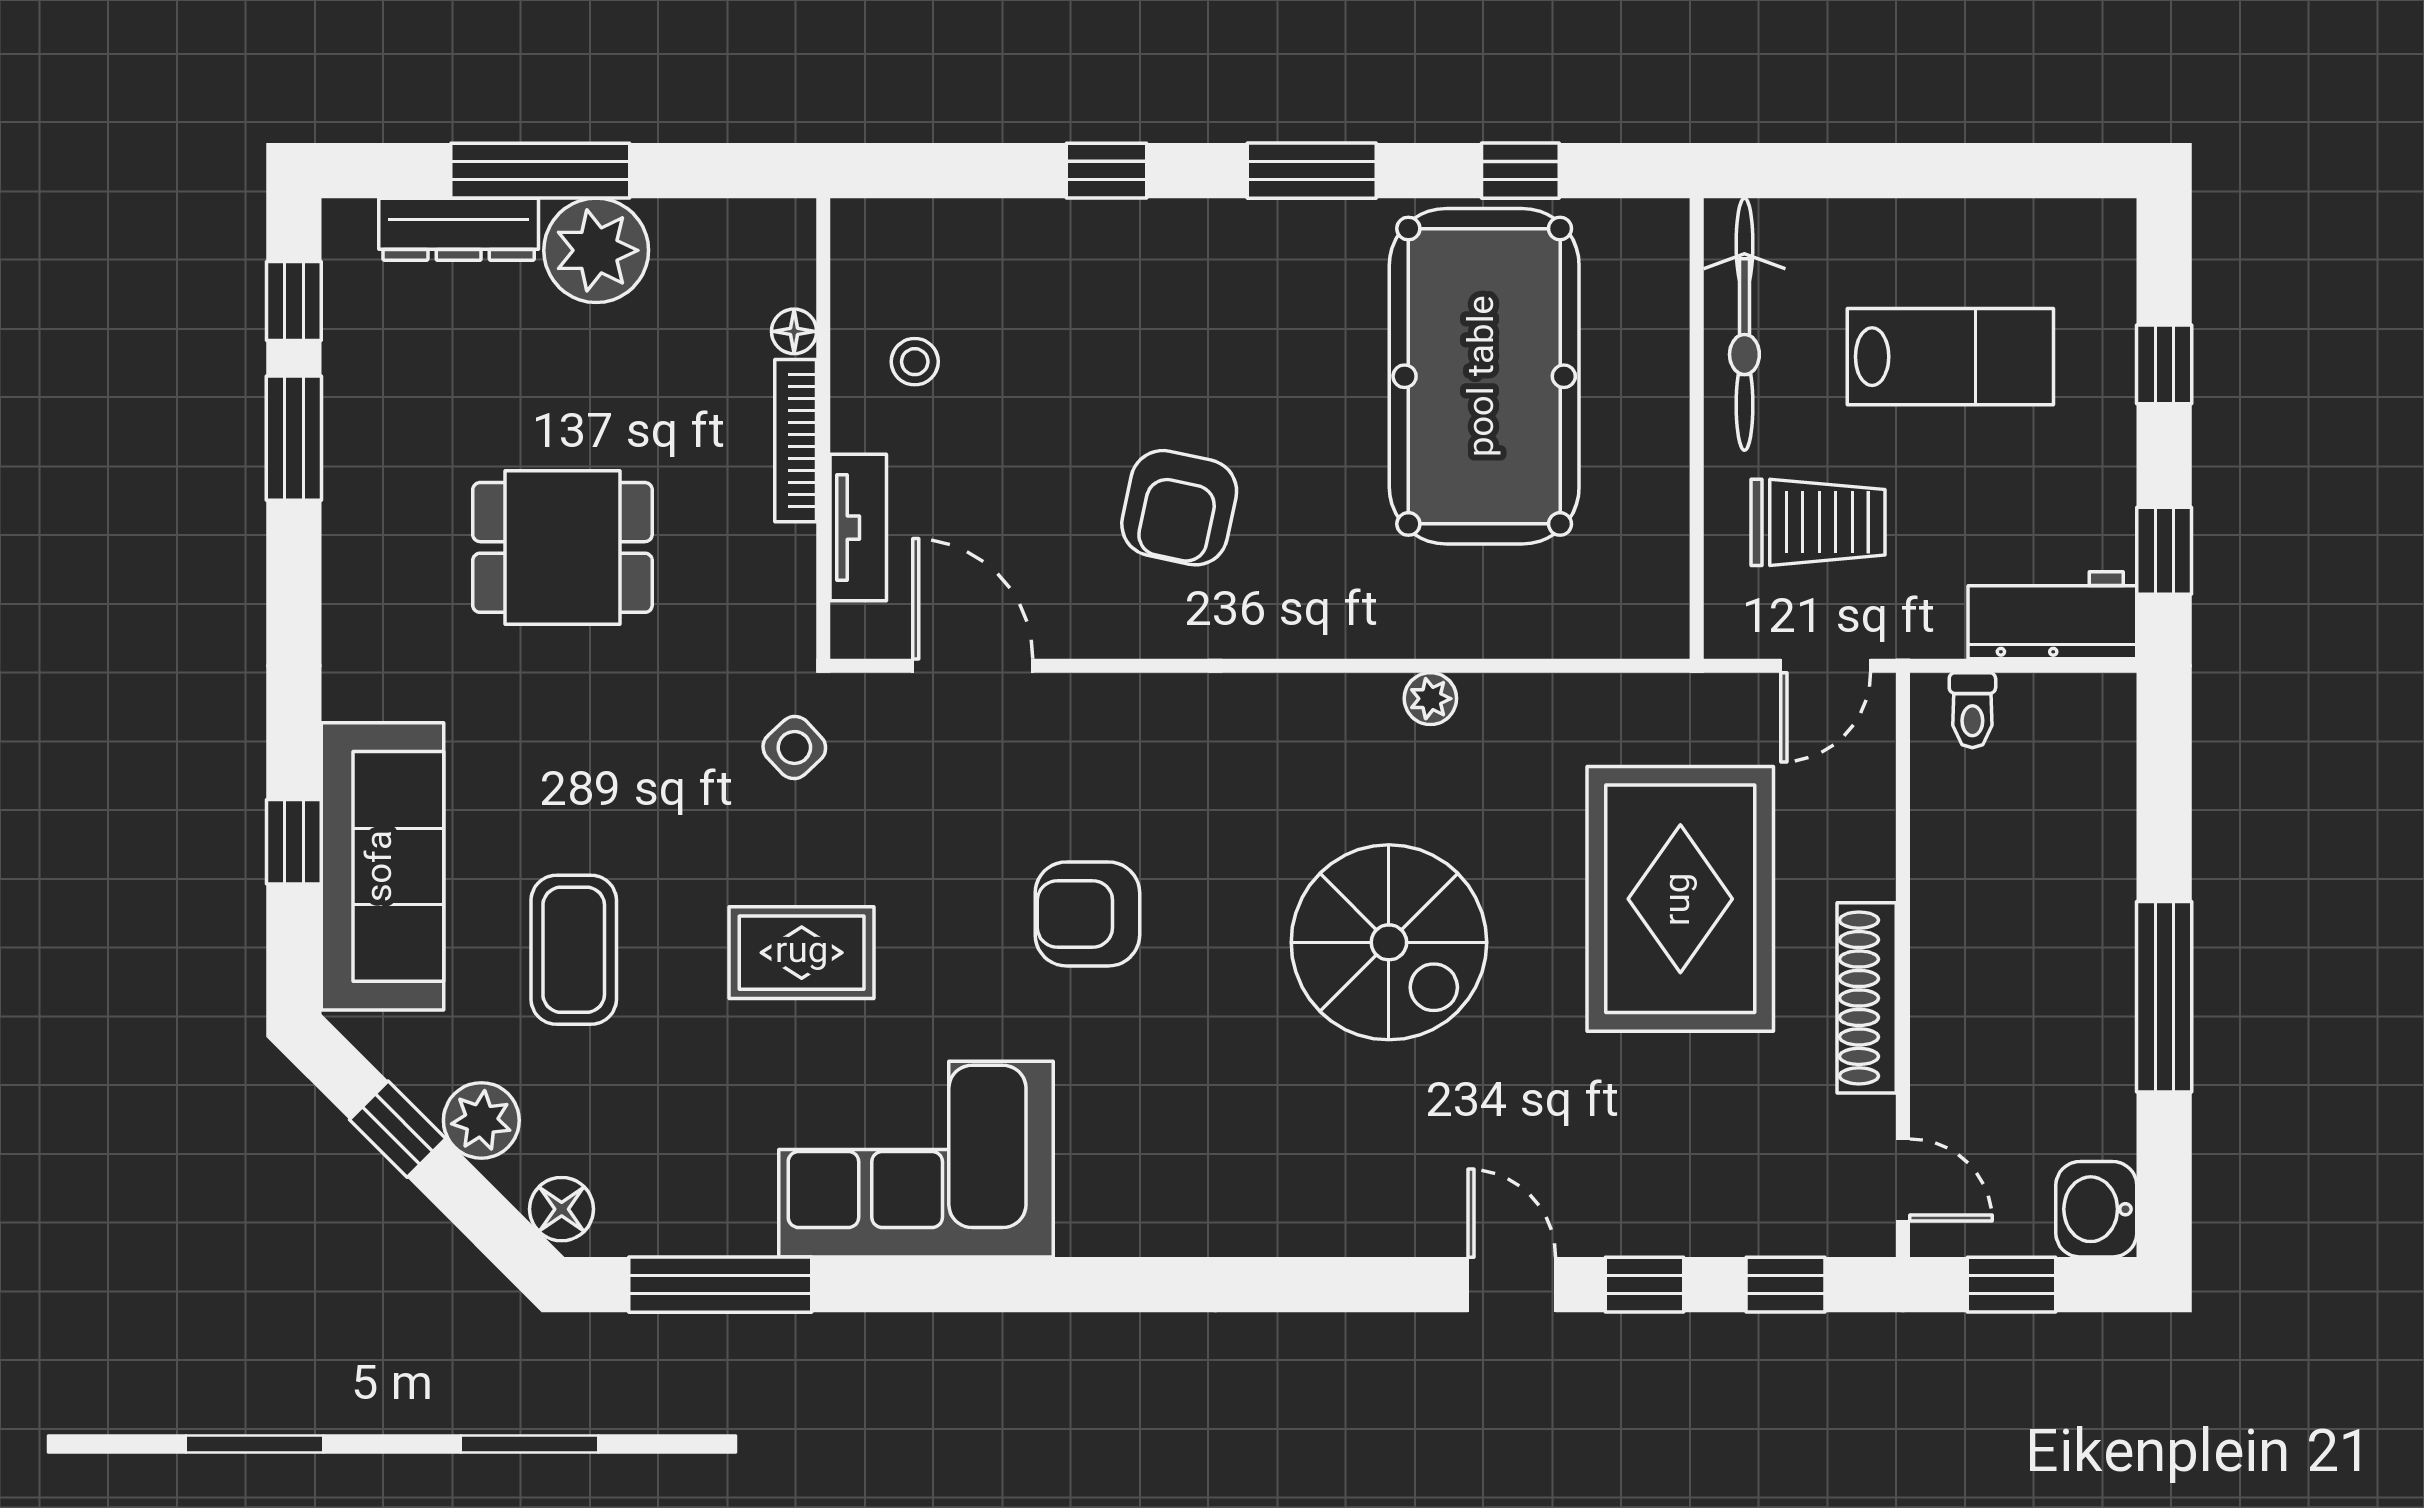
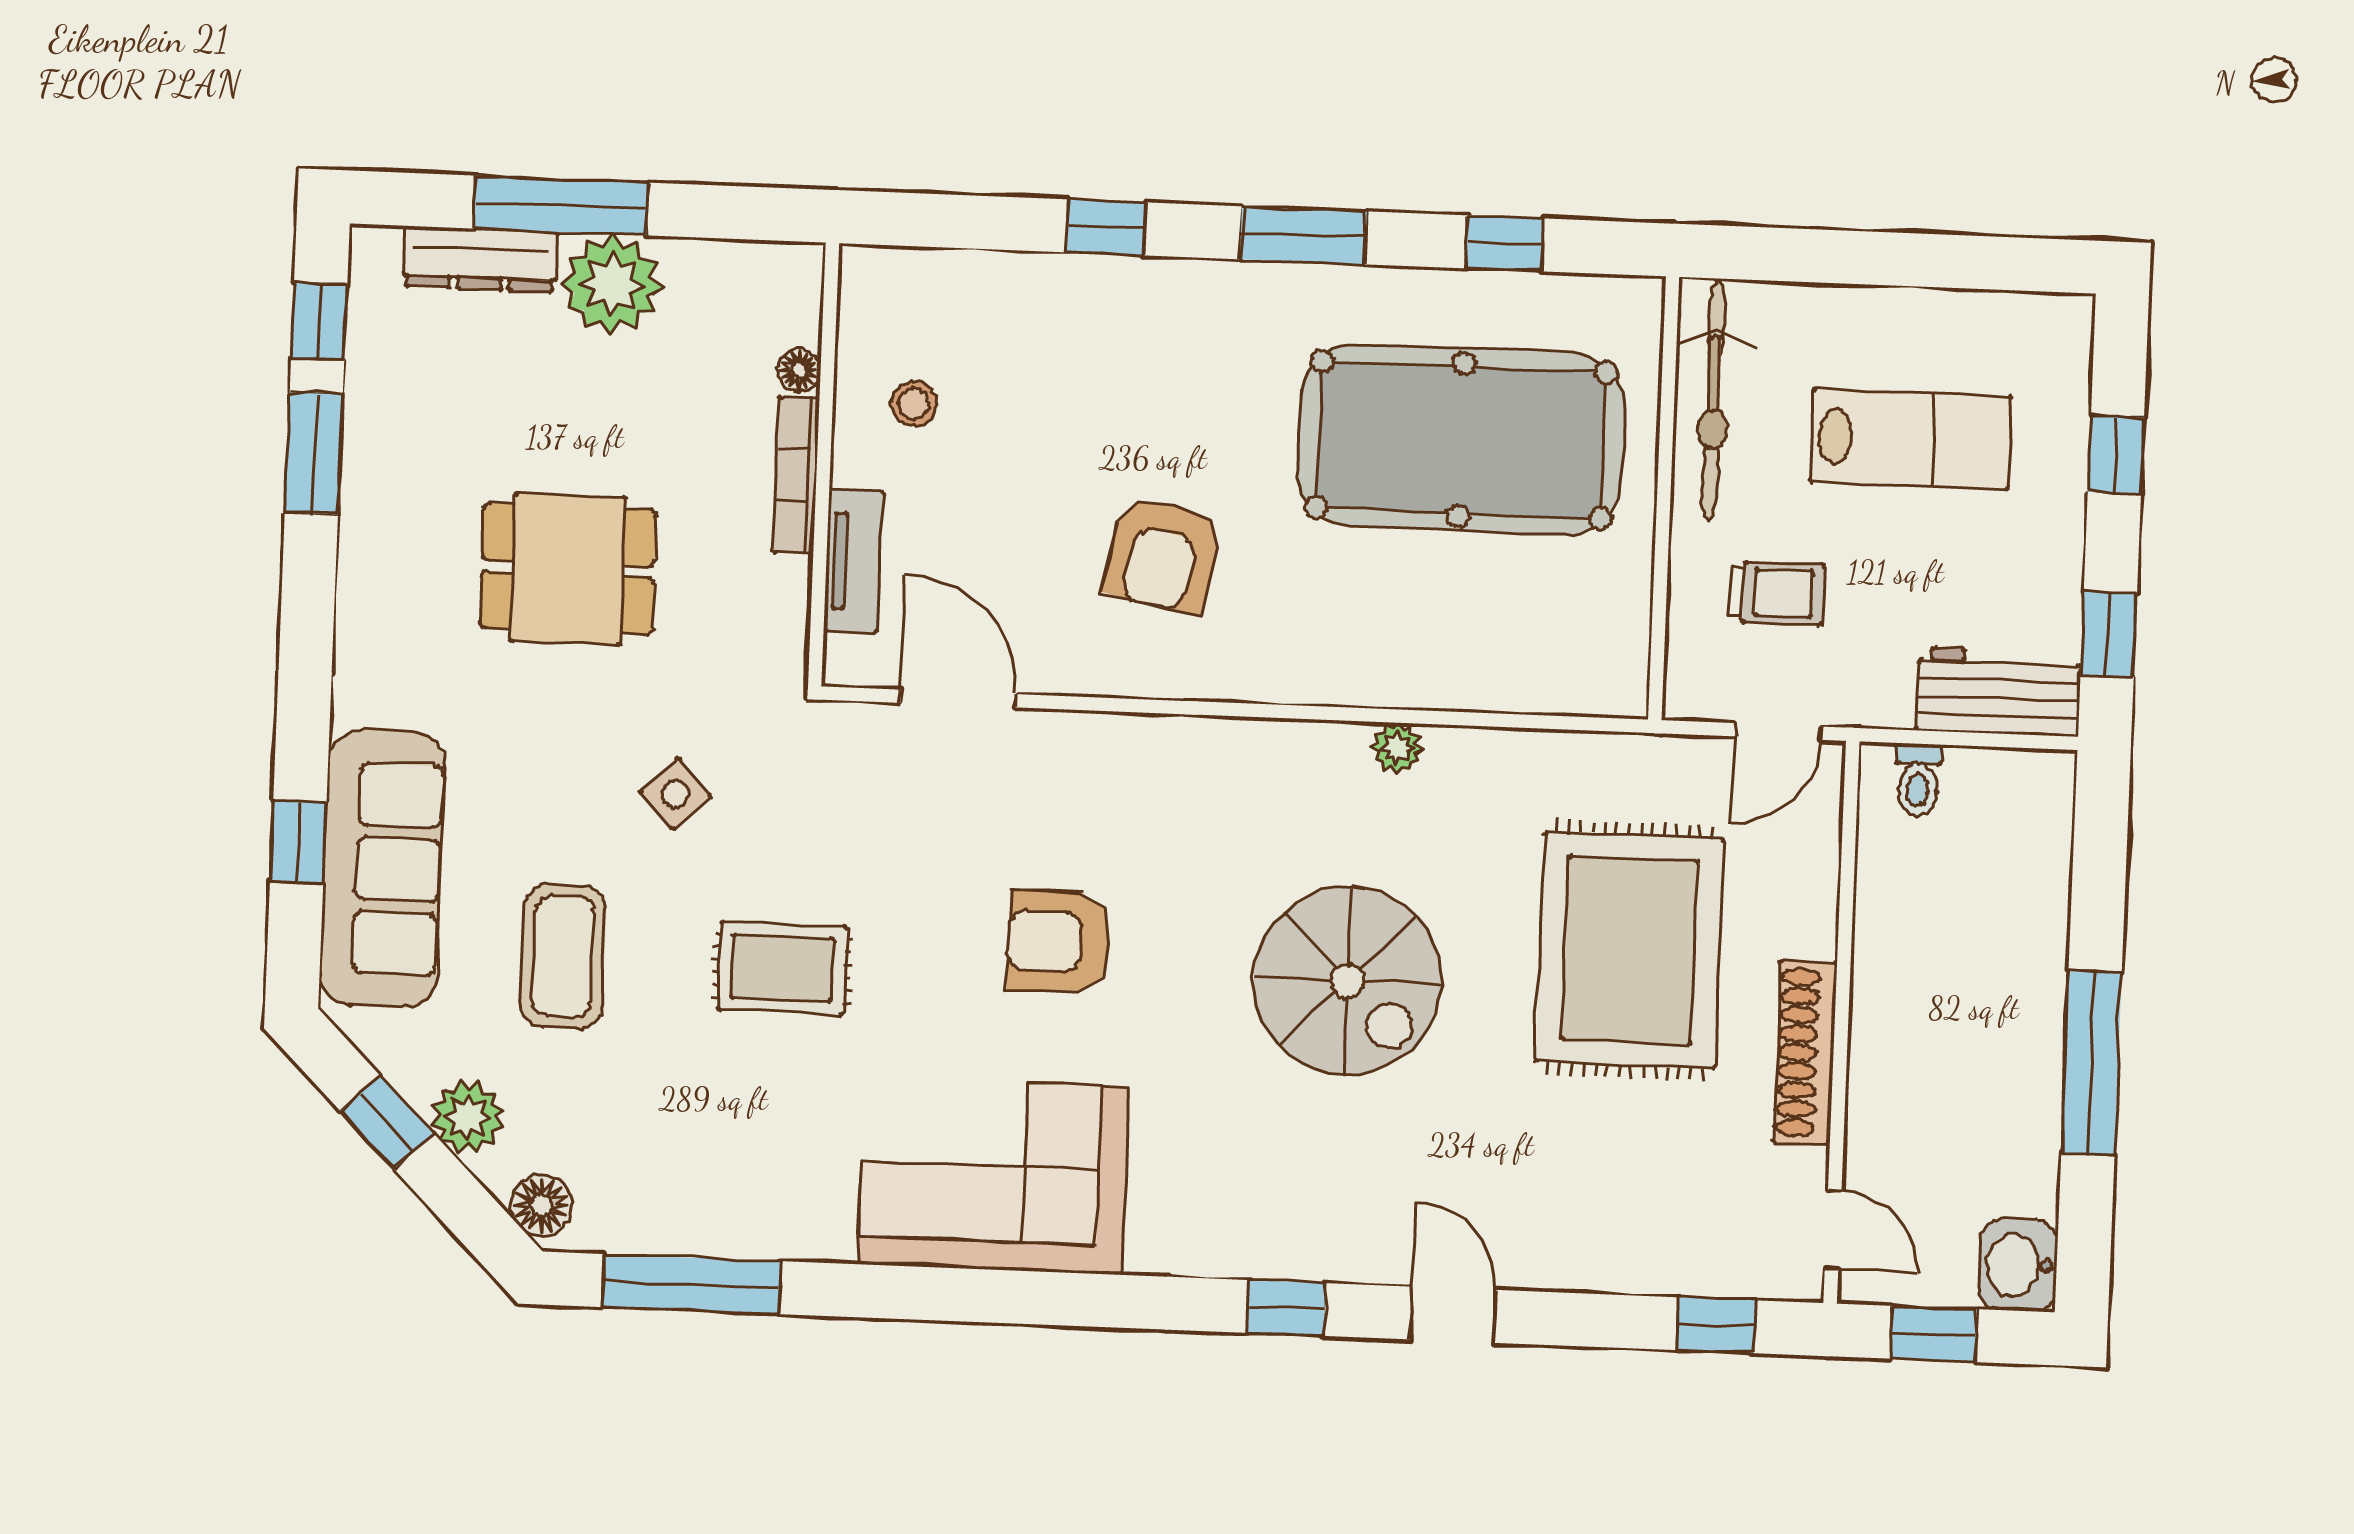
pool table: (1484, 376) -> (1461, 440), turned 90
trolley: (1818, 522) -> (1777, 593), width x0.73, depth x0.72
side table: (794, 747) -> (675, 794), moved
corner sofa: (916, 1159) -> (993, 1175), moved
window: (1645, 1285) -> (1286, 1308), moved

